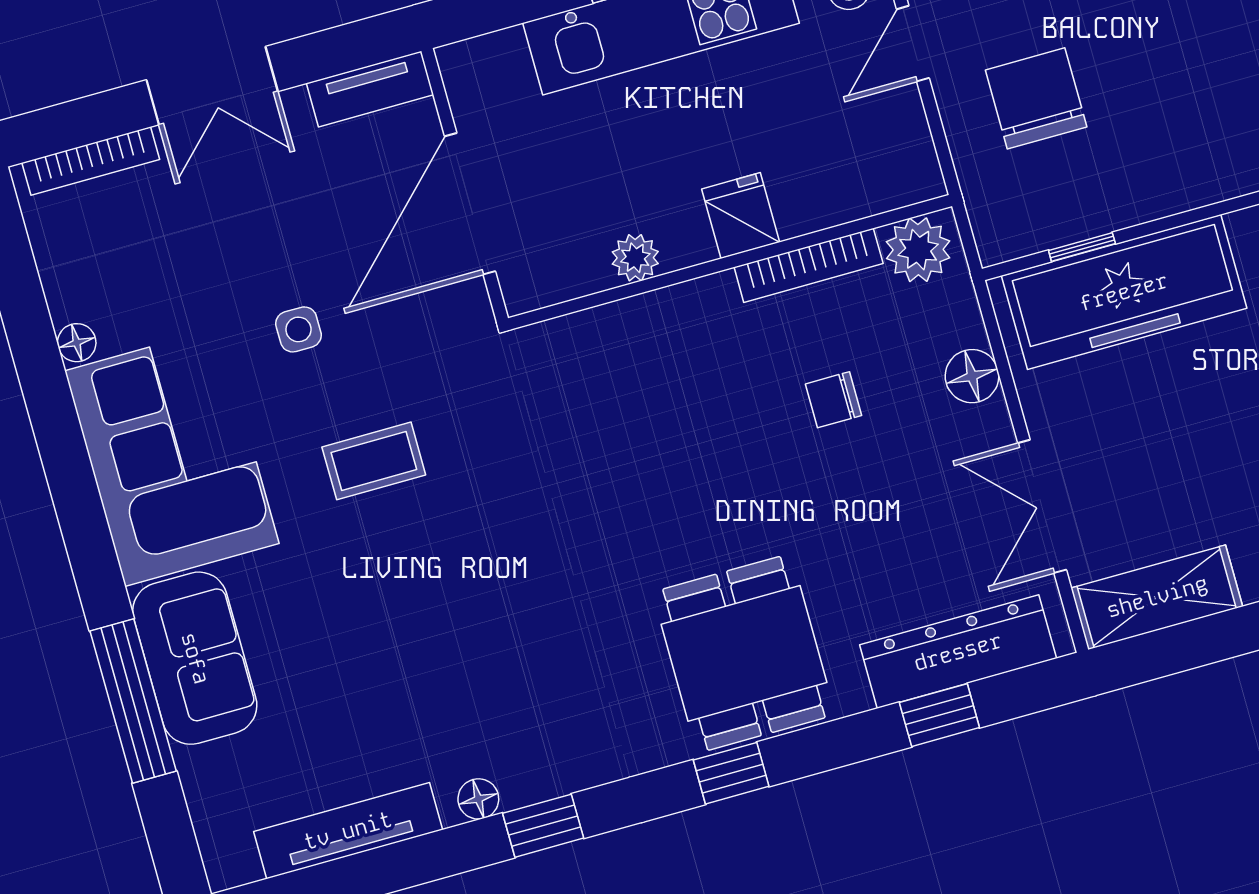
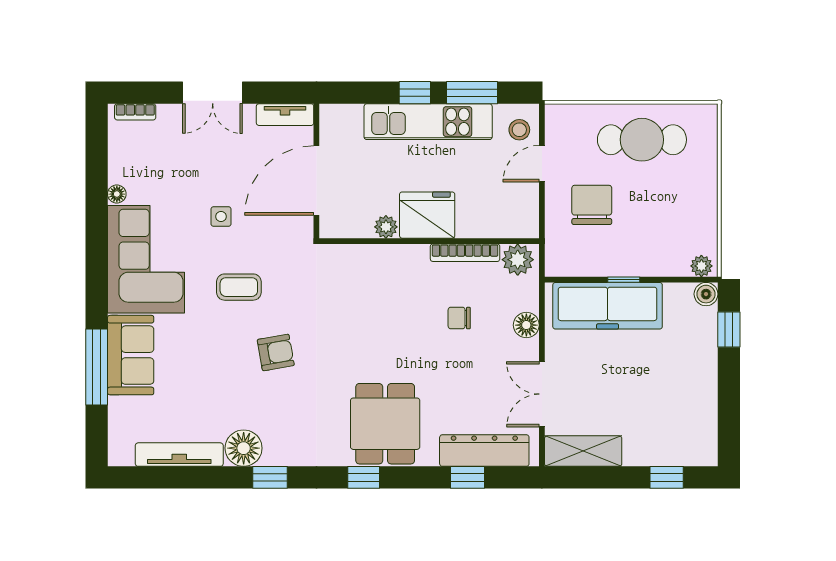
bookcase: (91, 161) -> (135, 112), width x0.64
fridge: (741, 216) -> (427, 215), width x1.88, depth x1.34
window: (1082, 247) -> (624, 280), moved
armchair: (484, 572) -> (276, 352), added
floor lamp: (478, 799) -> (244, 448), width x1.89, depth x1.89

